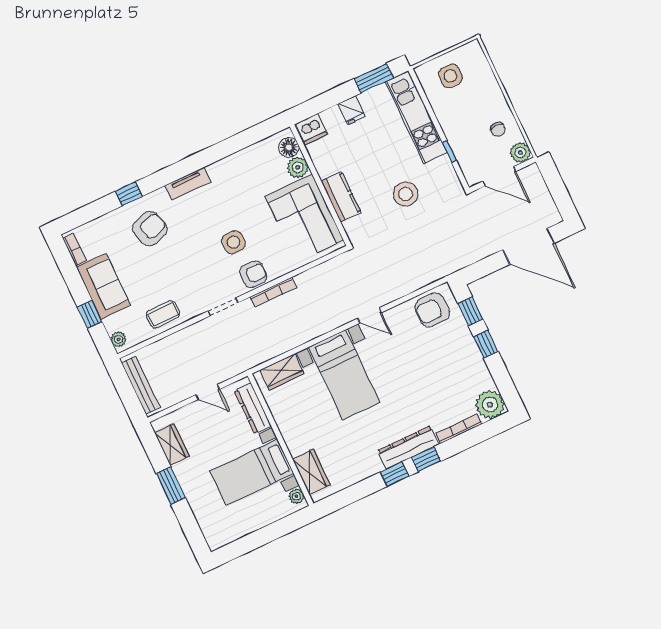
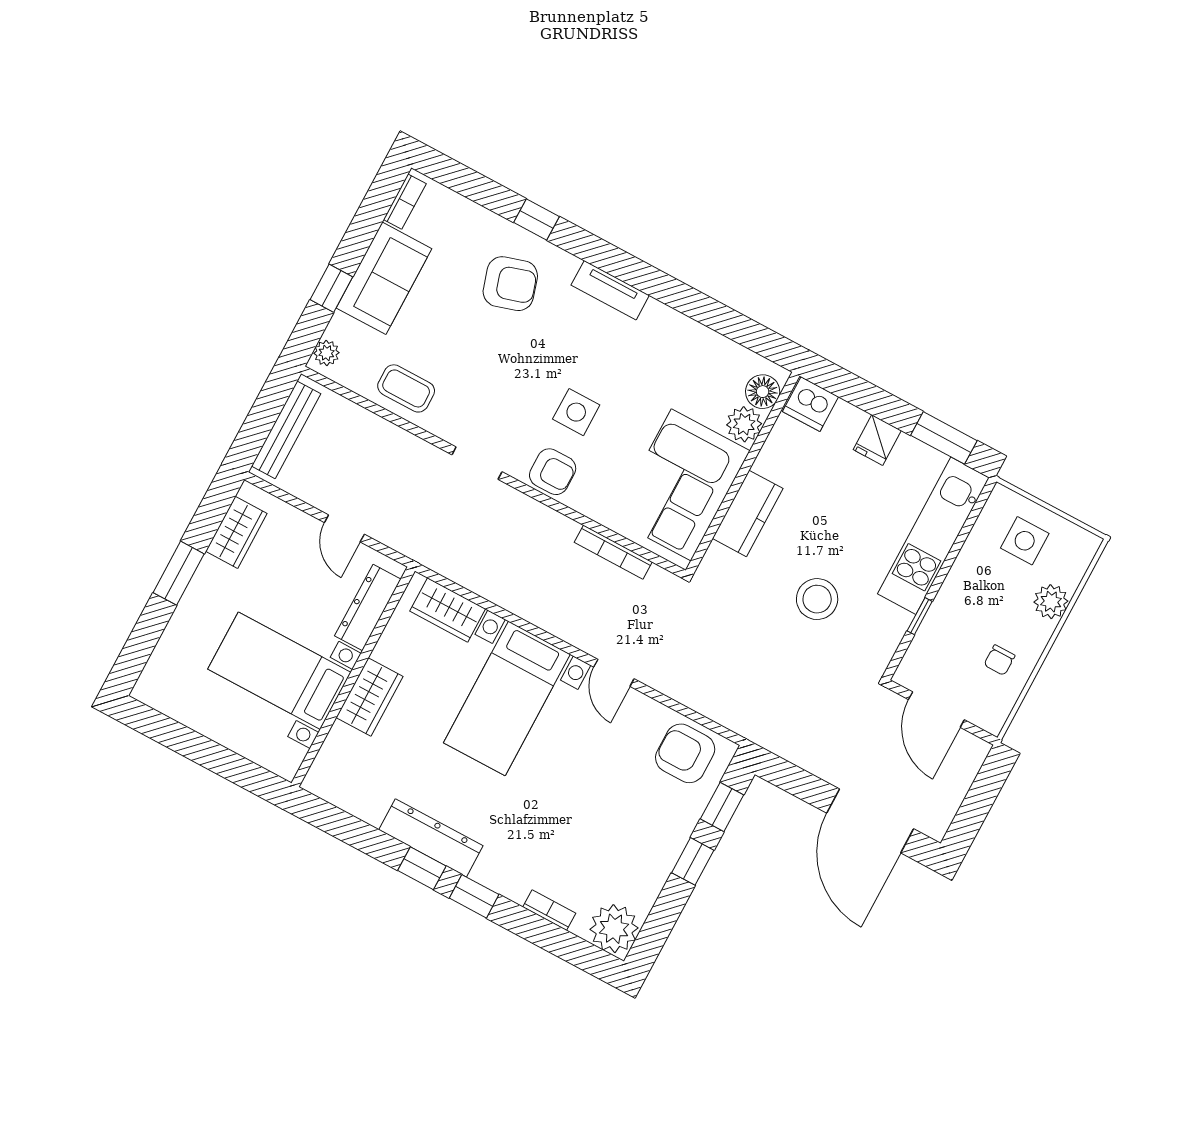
plant: (520, 153) -> (1051, 602), moved
bookcase: (273, 292) -> (613, 552), moved
bookcase: (459, 429) -> (549, 910), width x0.64
dresser: (408, 447) -> (431, 838), moved
wardrobe: (311, 472) -> (369, 697), moved
plant: (296, 496) -> (292, 756), removed

